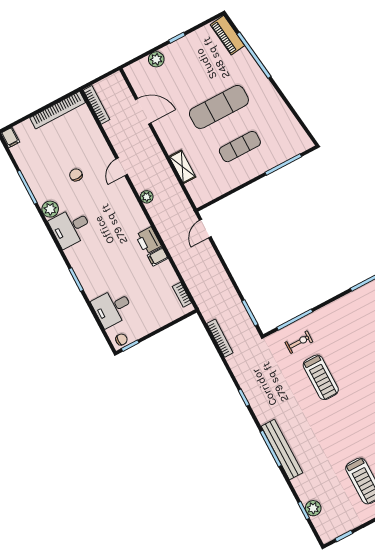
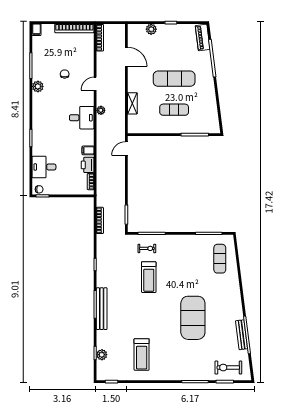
desk: (71, 227) -> (82, 118), moved, turned 180
printer: (148, 241) -> (88, 165), moved

